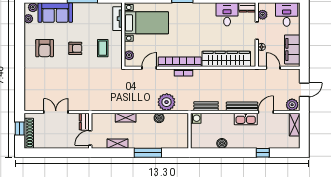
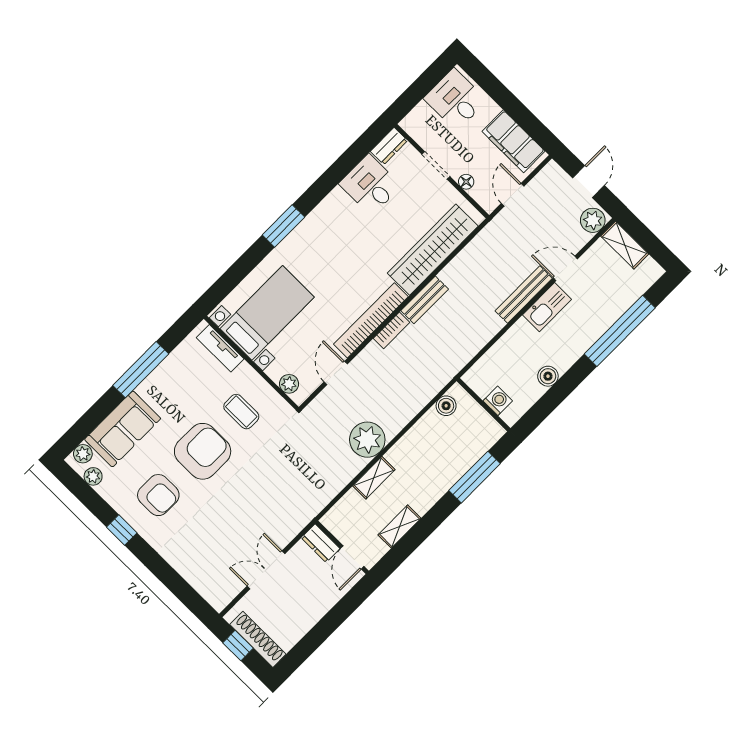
plant: (263, 15) -> (421, 134), removed
window: (20, 47) -> (122, 530), added
armchair: (75, 48) -> (203, 451), width x1.88, depth x1.88
door: (273, 68) -> (513, 195), hinge flipped
plant: (167, 102) -> (367, 440), moved
bench: (206, 106) -> (425, 300), moved
door: (266, 112) -> (565, 268), hinge flipped
boiler: (159, 118) -> (446, 406), moved
washing machine: (196, 118) -> (498, 401), moved
window: (148, 153) -> (475, 477), moved
window: (263, 153) -> (620, 331), width x3.17

